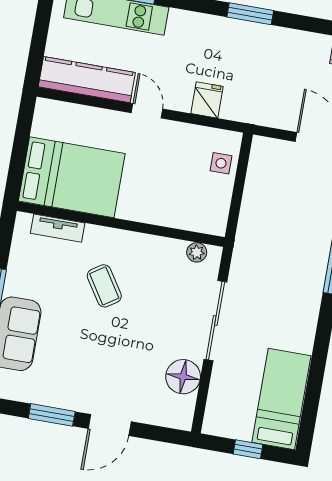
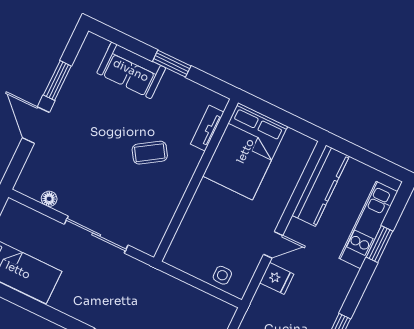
door: (147, 111) -> (273, 245), moved
plant: (197, 252) -> (156, 235), removed
floor lamp: (183, 377) -> (49, 199), width x0.53, depth x0.53

